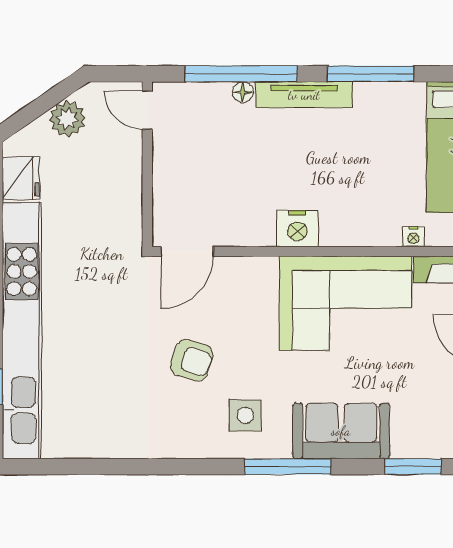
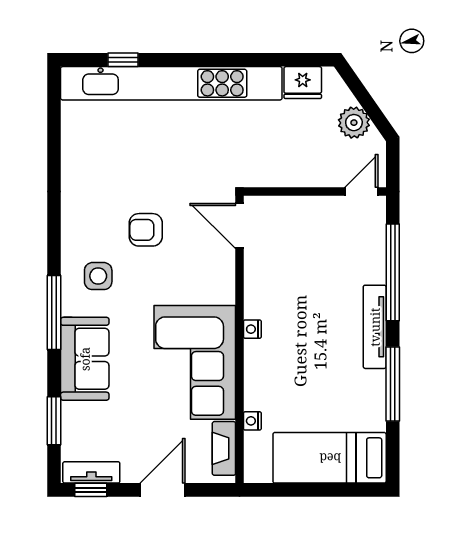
floor lamp: (243, 92) -> (377, 274), removed
nightstand: (297, 228) -> (252, 329), width x0.53, depth x0.56
armchair: (192, 360) -> (146, 230), turned 72

